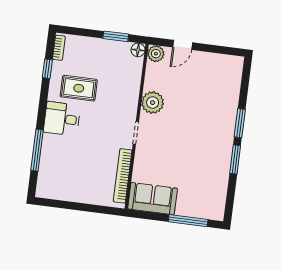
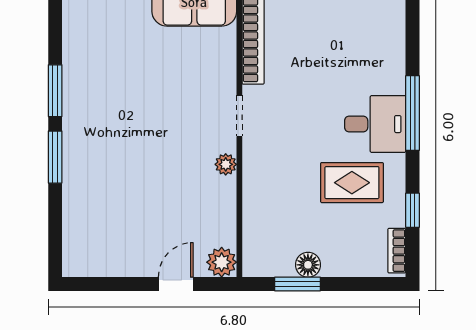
floor lamp: (138, 50) -> (308, 265), moved
plant: (153, 103) -> (226, 164), width x0.53, depth x0.53
window: (37, 150) -> (413, 113), moved

